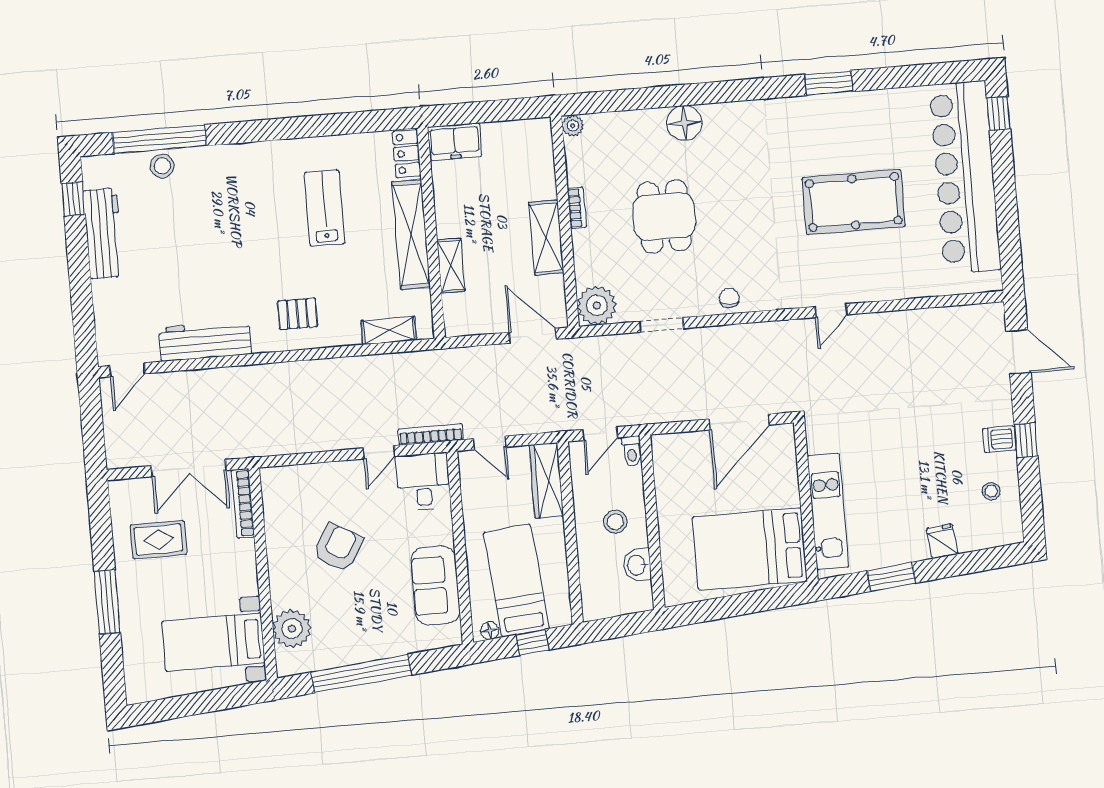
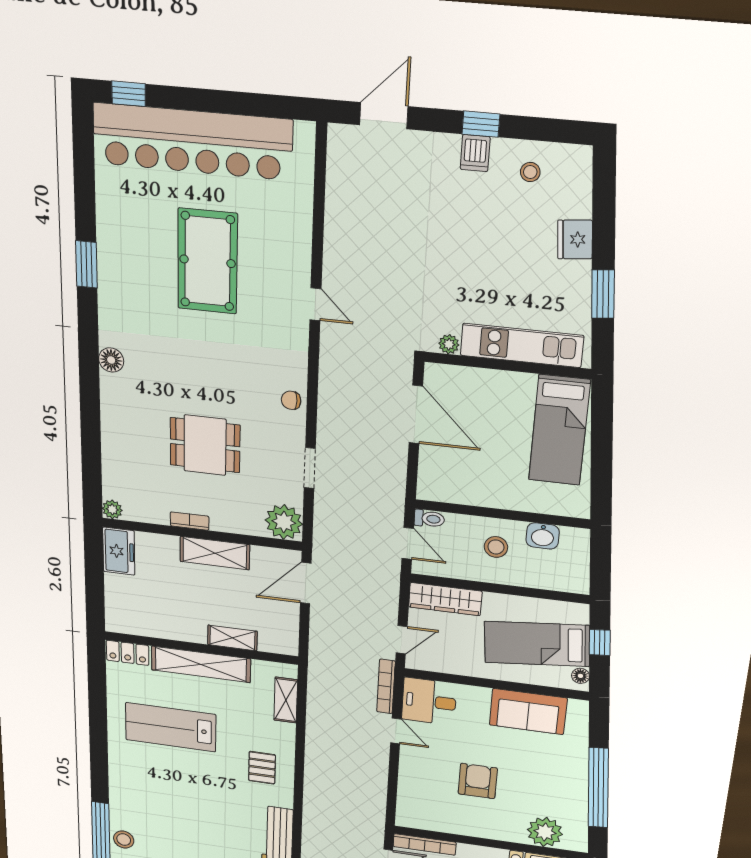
floor lamp: (684, 123) -> (111, 360), moved, width x0.73, depth x0.73
freezer: (455, 142) -> (119, 551), moved
lab bench: (325, 208) -> (171, 727), width x1.36, depth x1.39
plant: (816, 443) -> (449, 344), added
fridge: (942, 541) -> (575, 239), width x1.38
armchair: (338, 547) -> (478, 781), turned 60
bed: (750, 549) -> (559, 430), width x0.67

